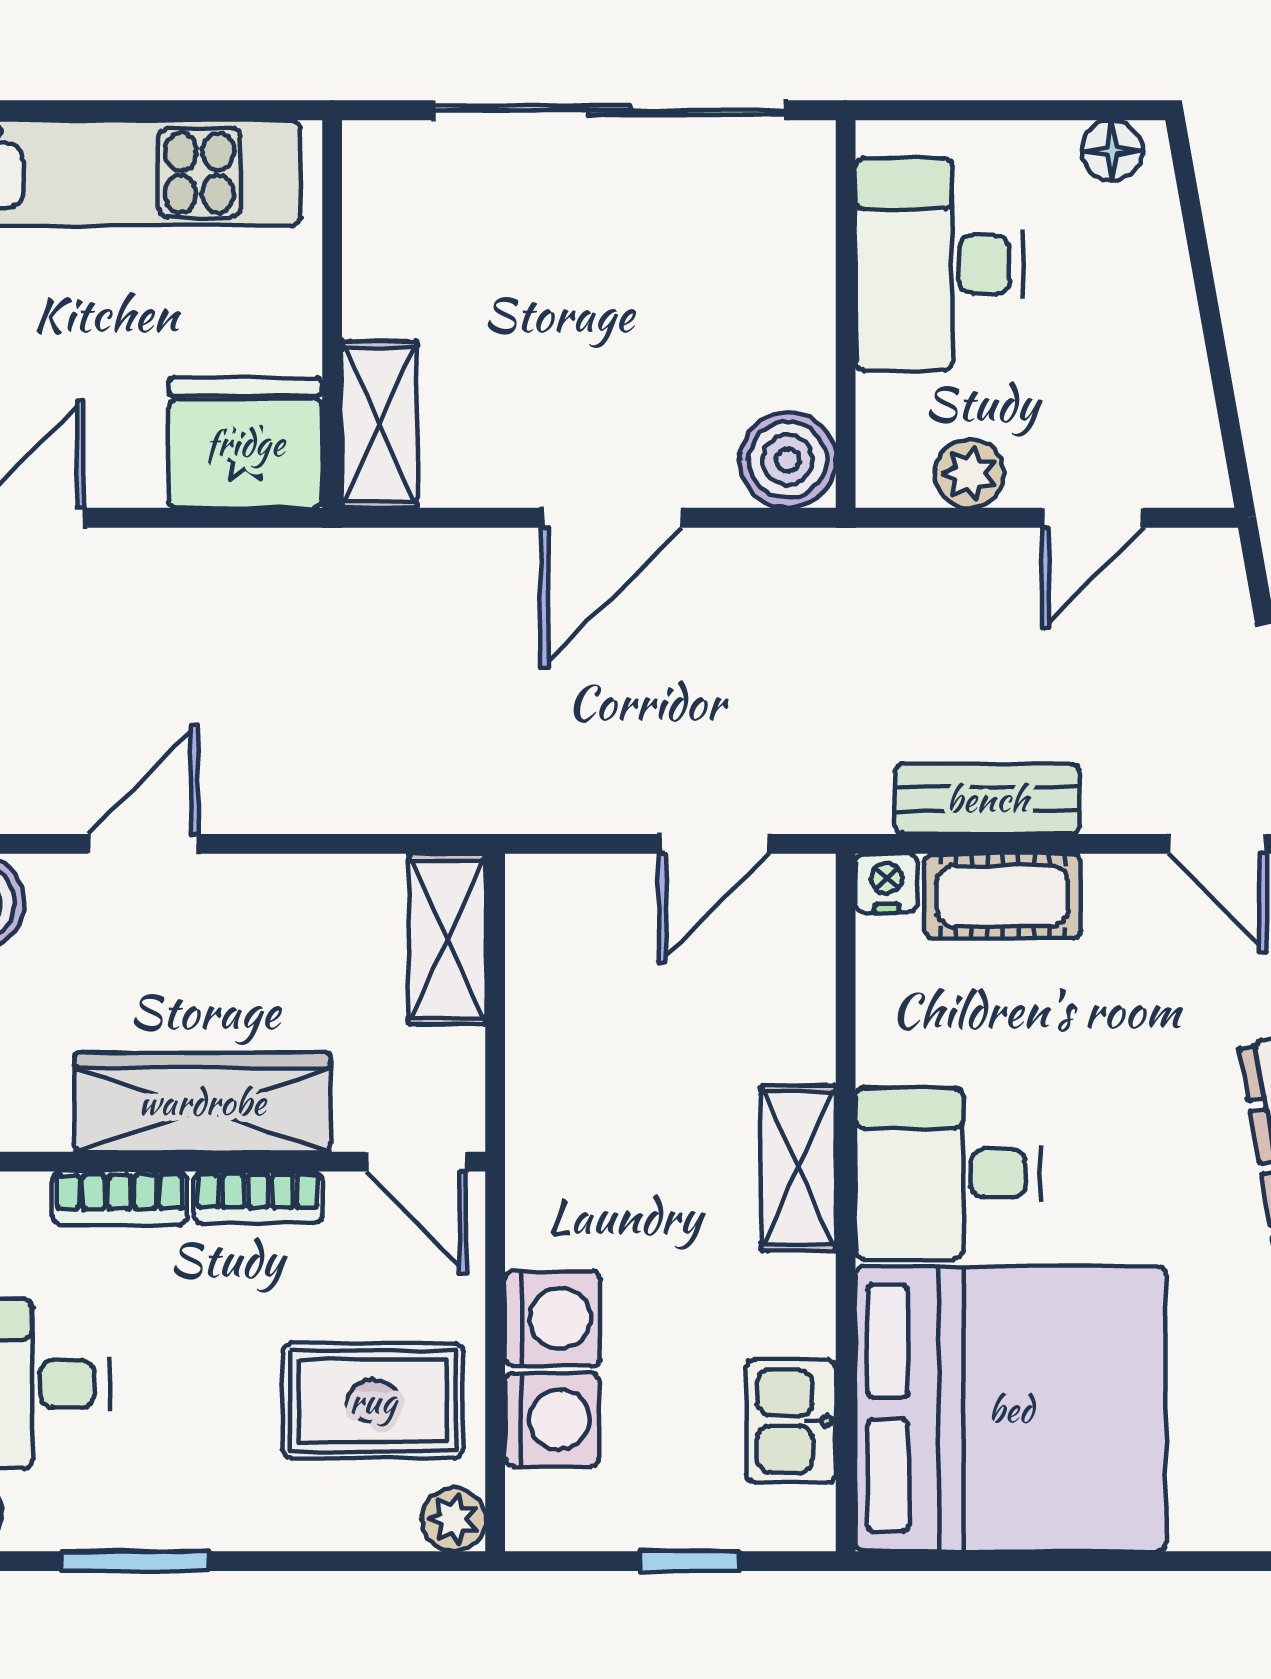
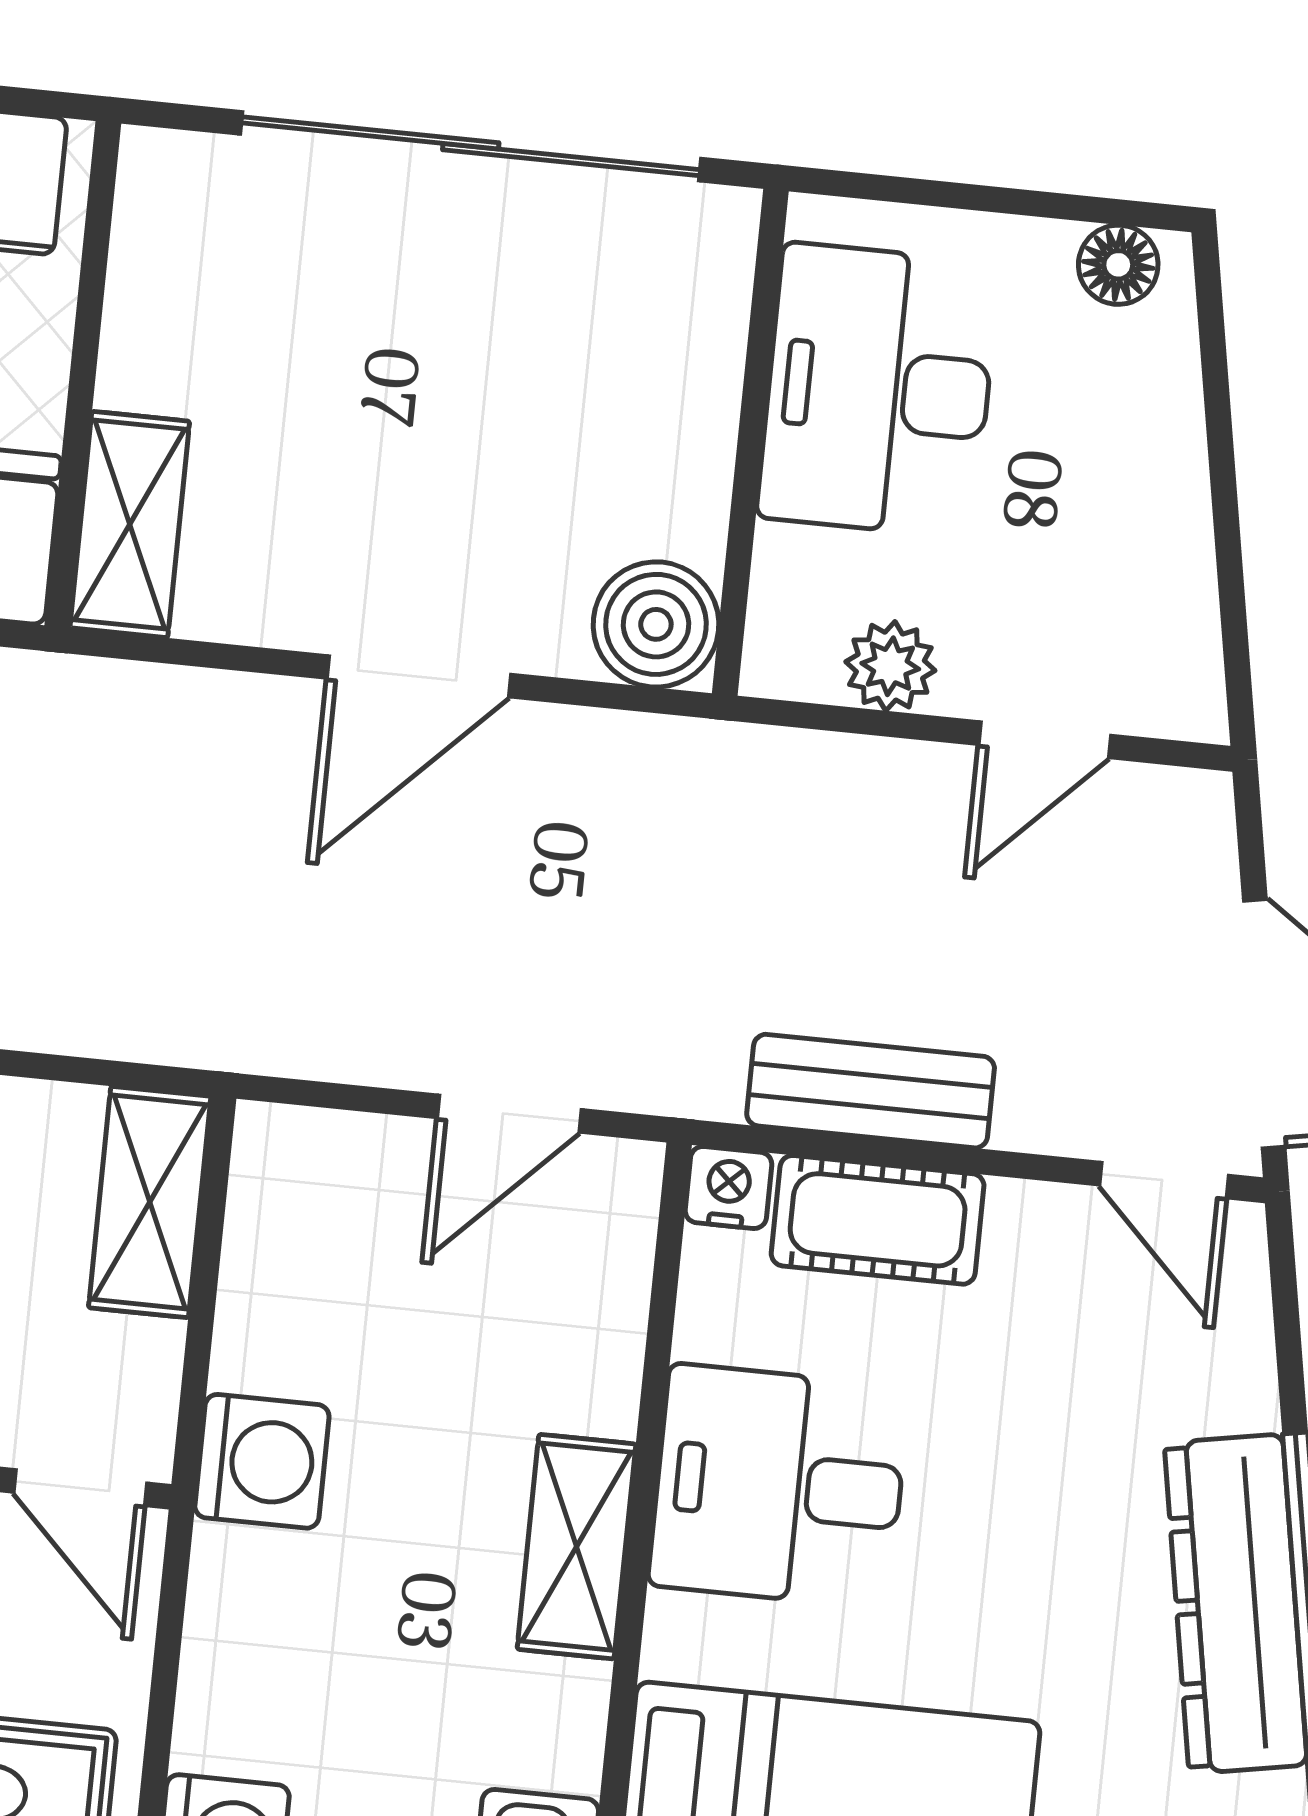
desk: (948, 1173) -> (779, 1486), moved
washing machine: (552, 1318) -> (262, 1461), moved

